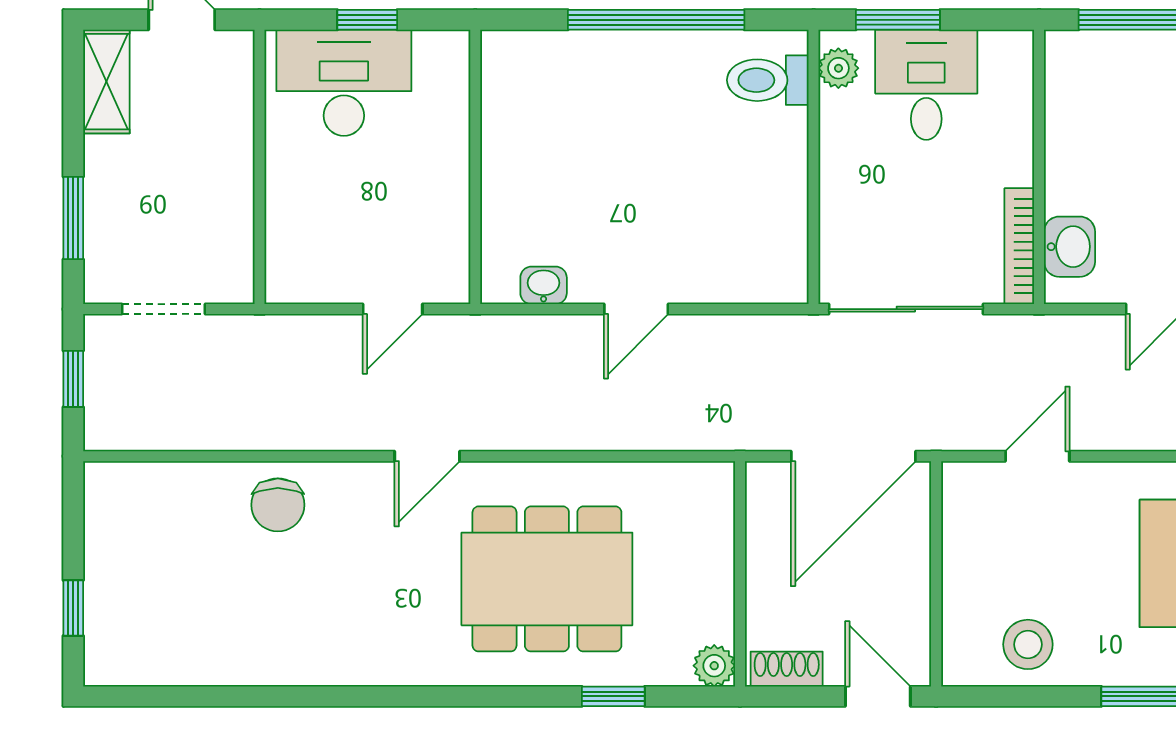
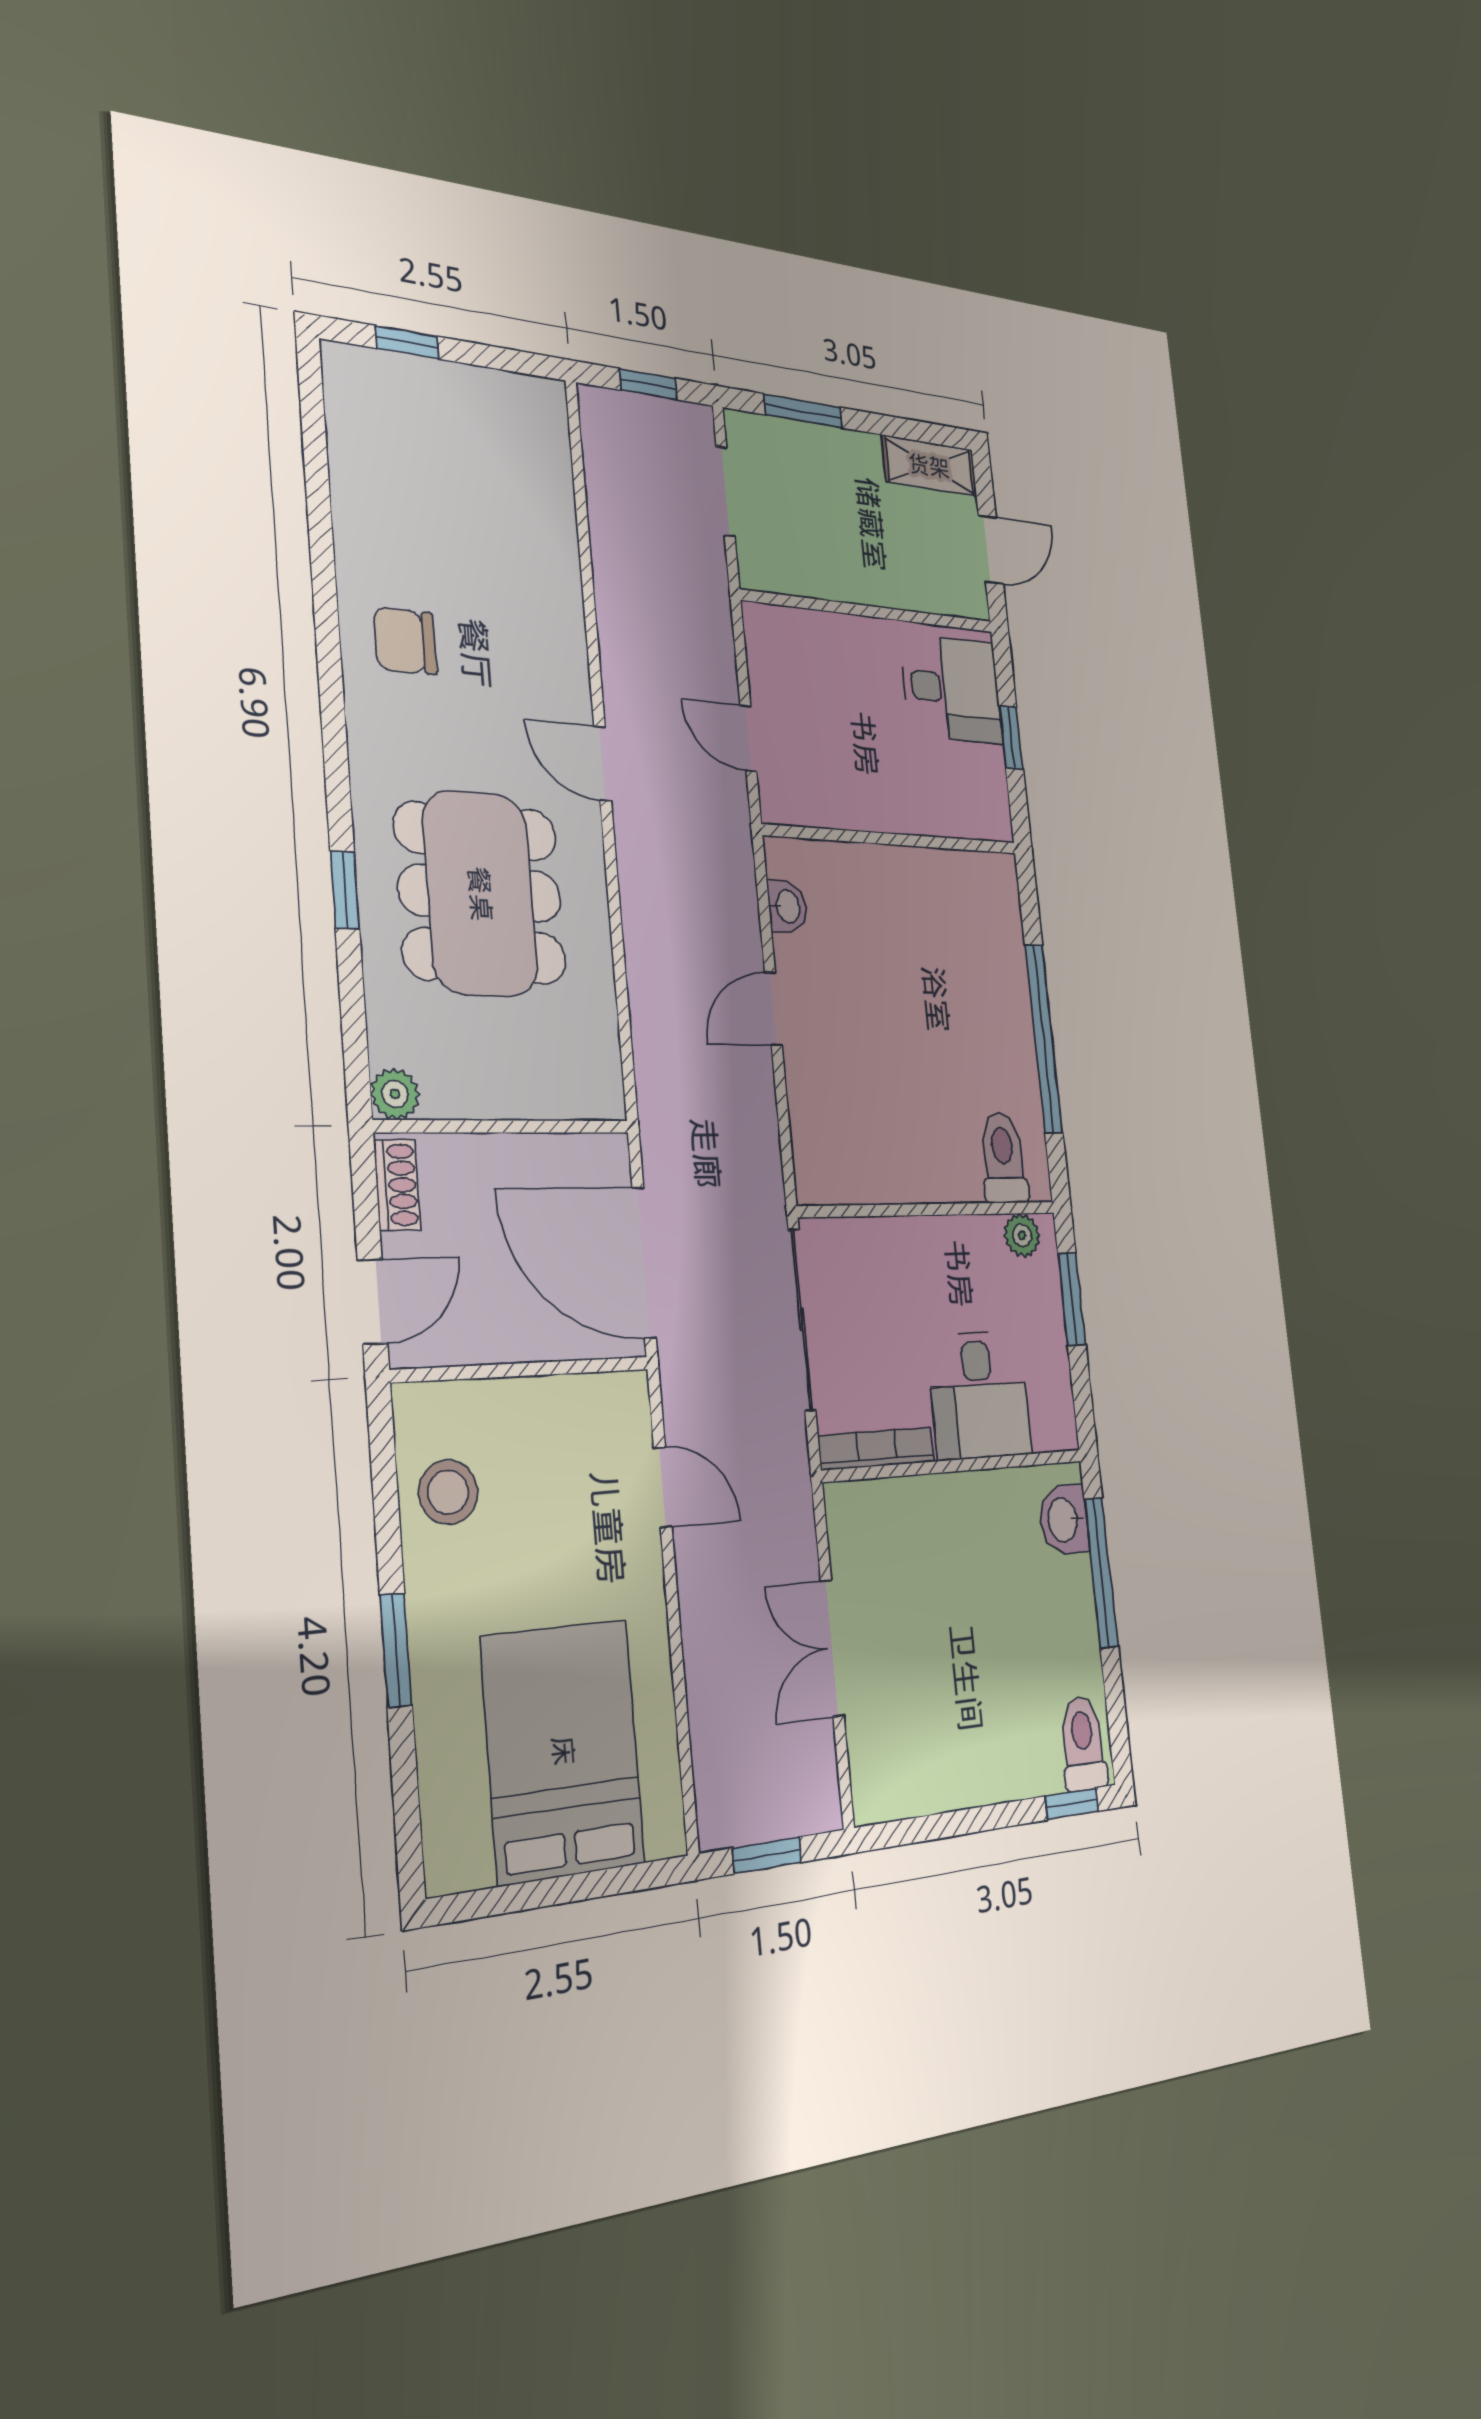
desk: (344, 83) -> (952, 689), width x0.73
desk: (926, 85) -> (979, 1395), moved, turned 90
washbasin: (1069, 247) -> (1064, 1520), moved, turned 90
door: (636, 309) -> (773, 1009), hinge flipped
chair: (278, 505) -> (405, 641), moved
window: (613, 696) -> (345, 890), moved

